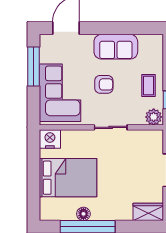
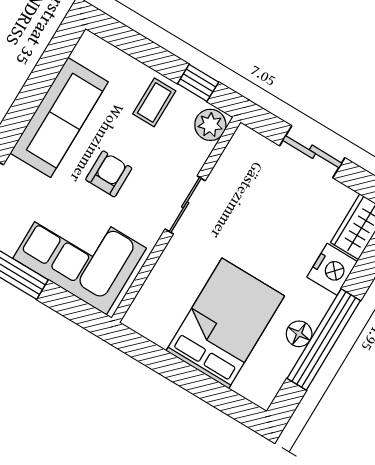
sofa: (116, 47) -> (59, 117), width x1.36
coffee table: (148, 86) -> (154, 102), turned 90
nightstand: (50, 139) -> (332, 269), moved, turned 180

